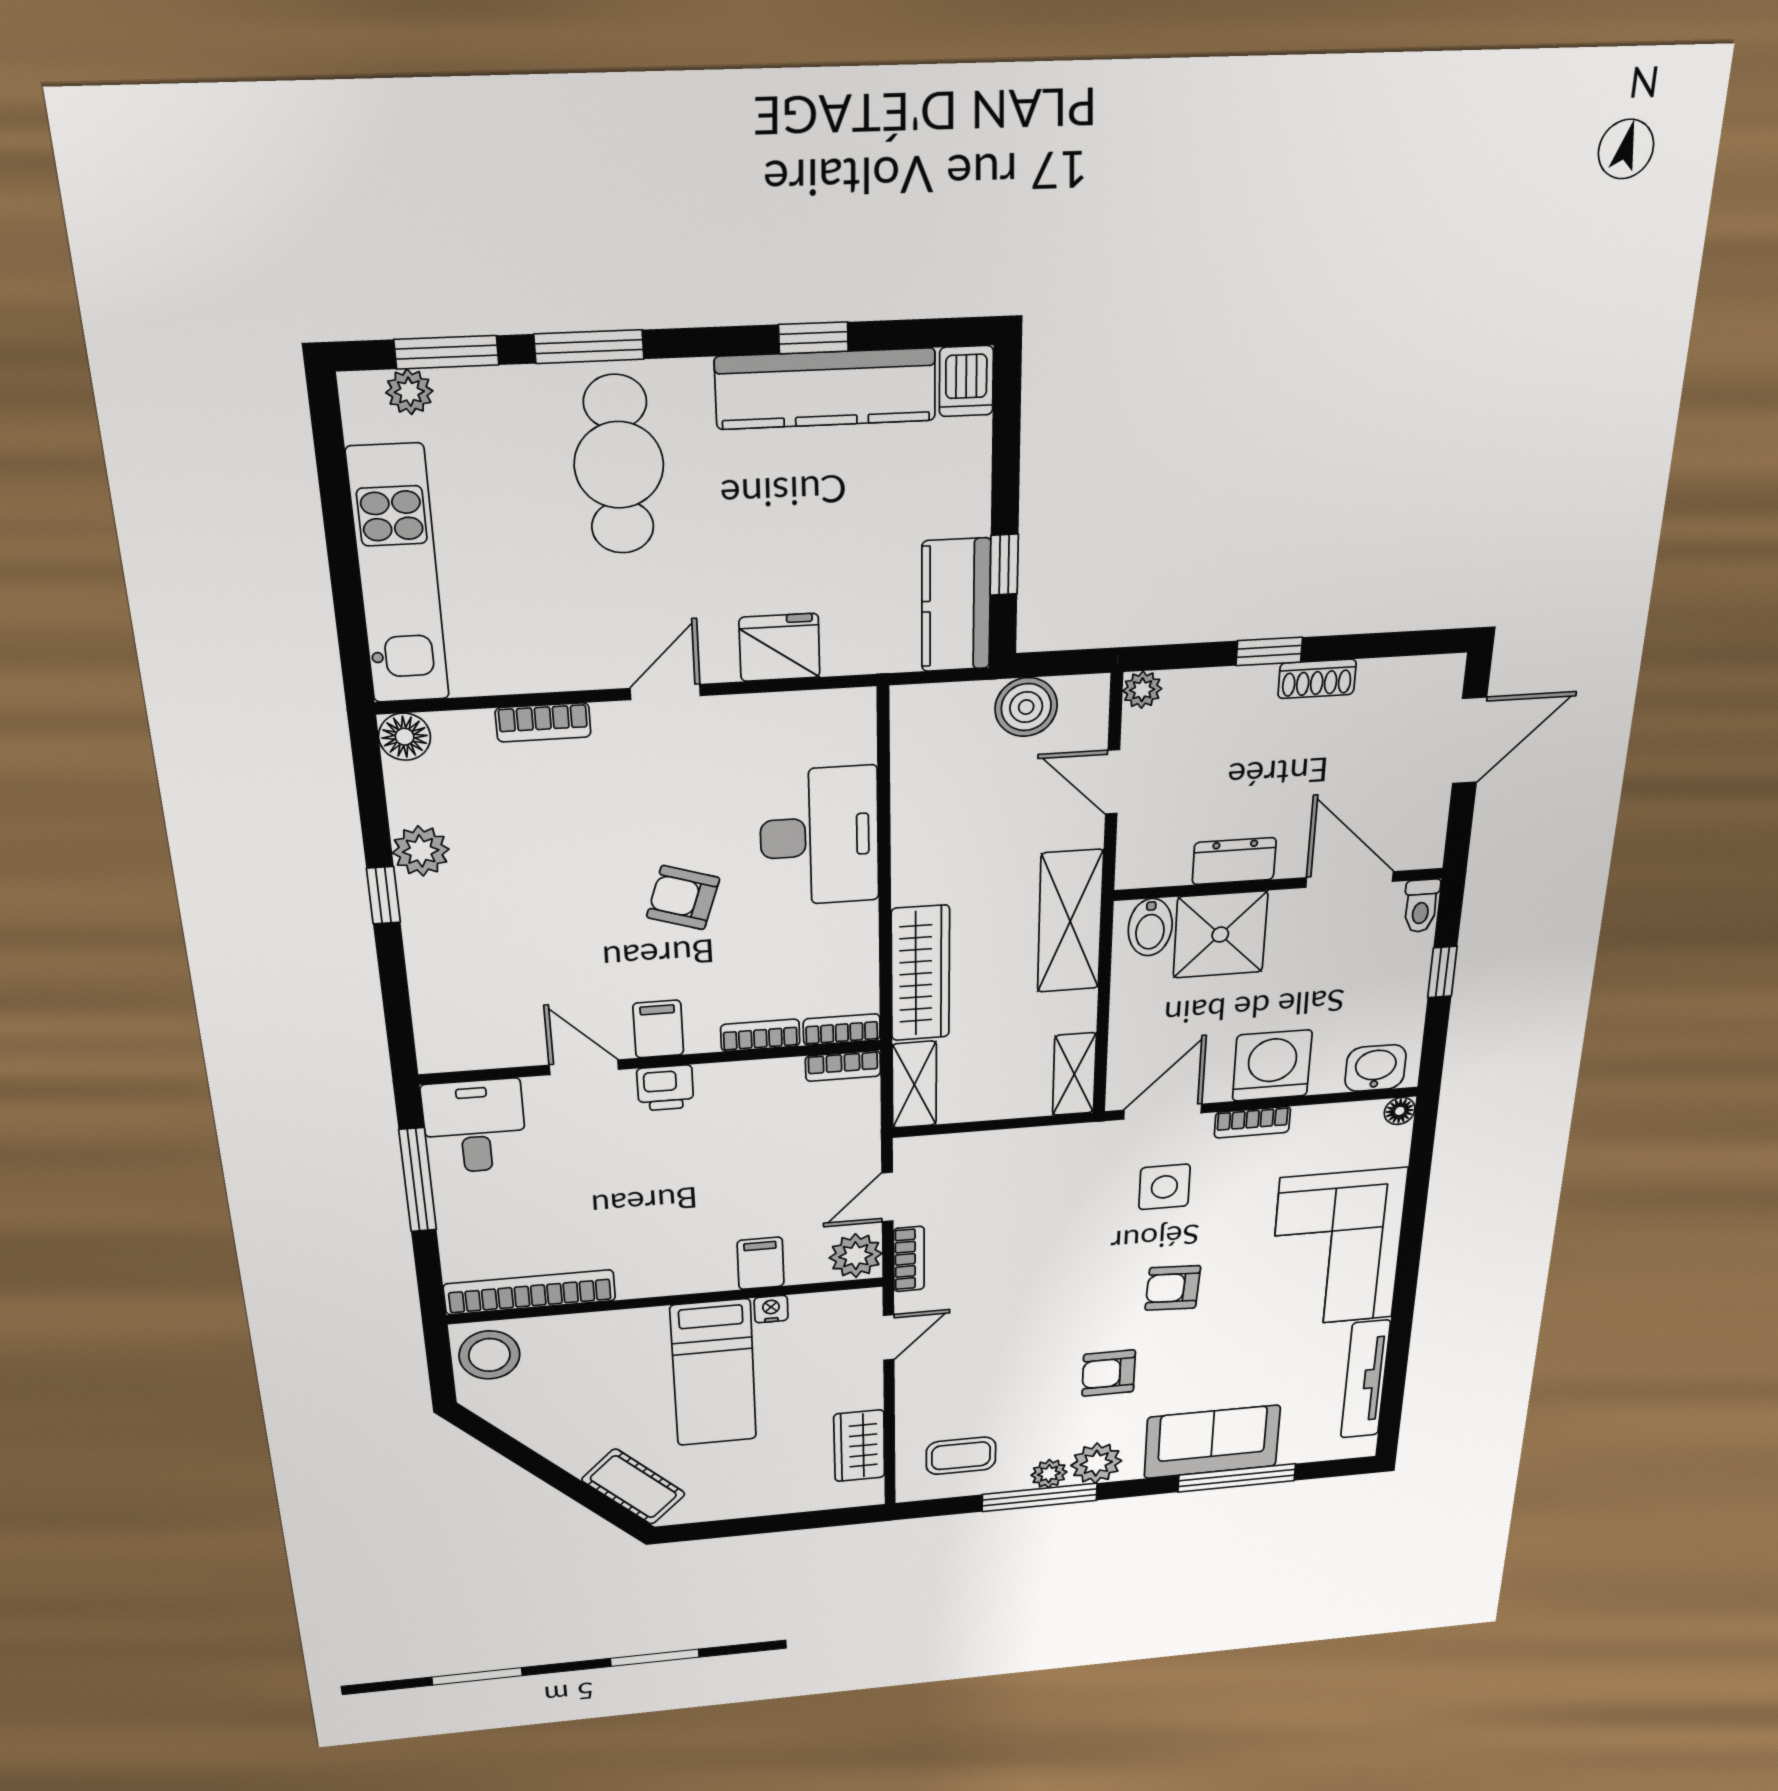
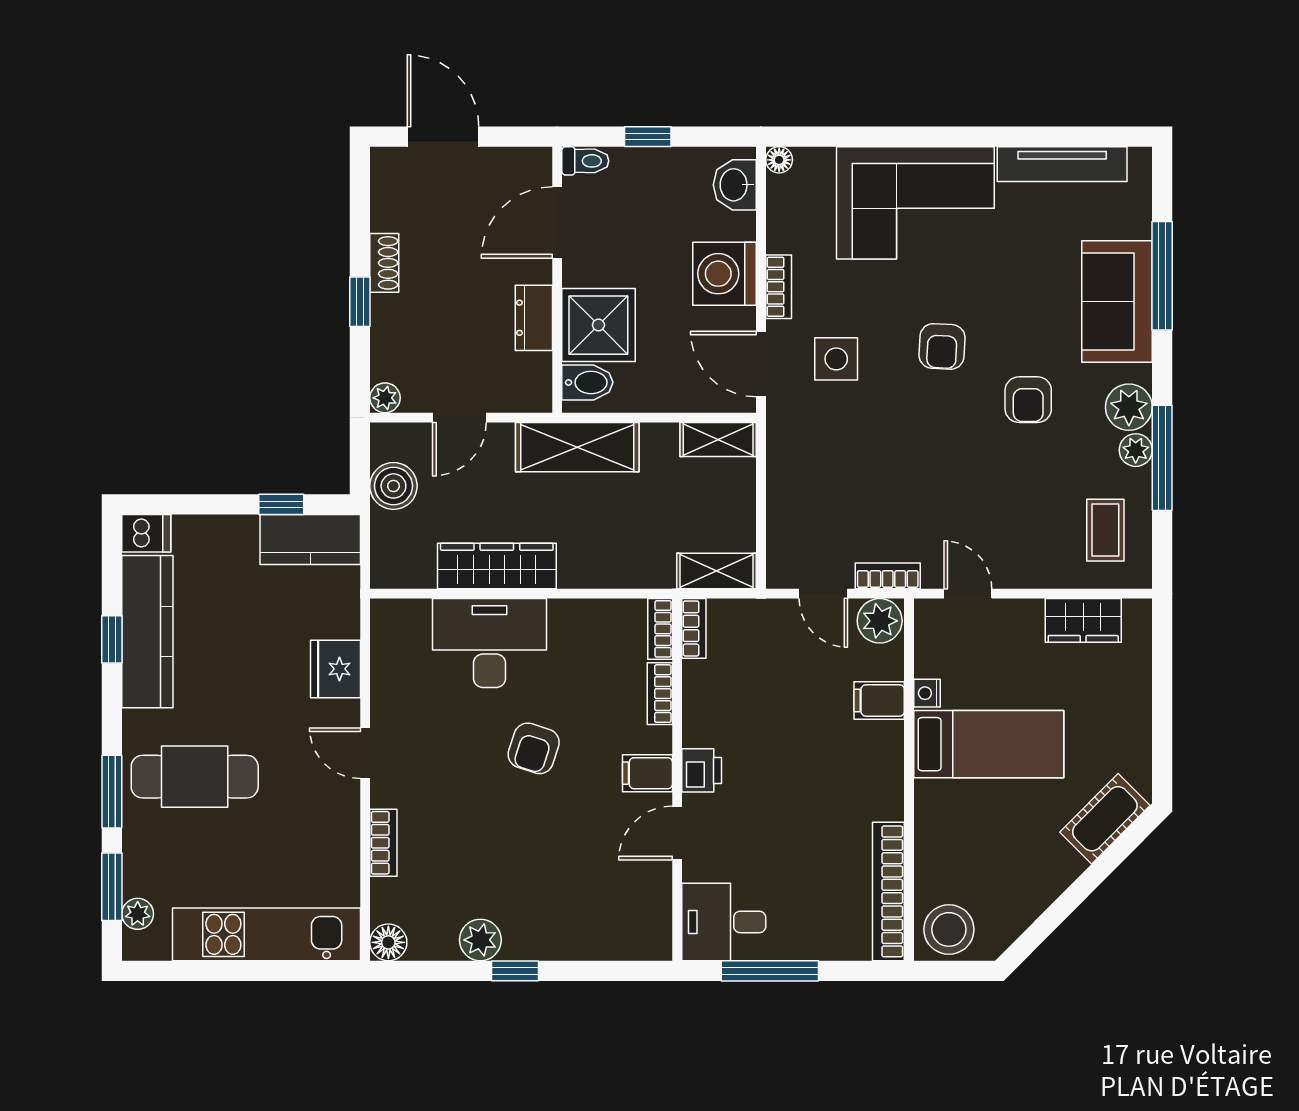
wardrobe: (920, 973) -> (497, 566), moved

